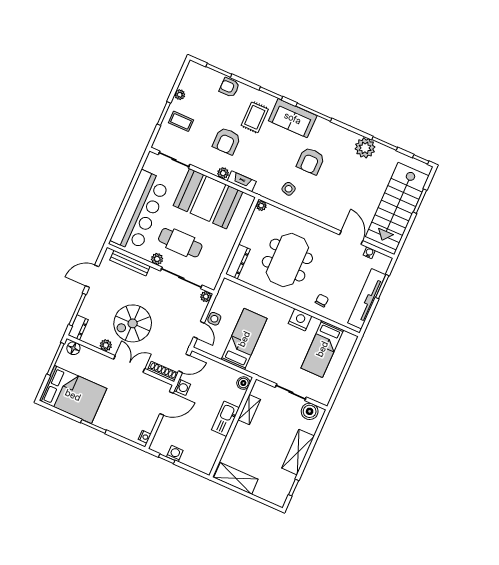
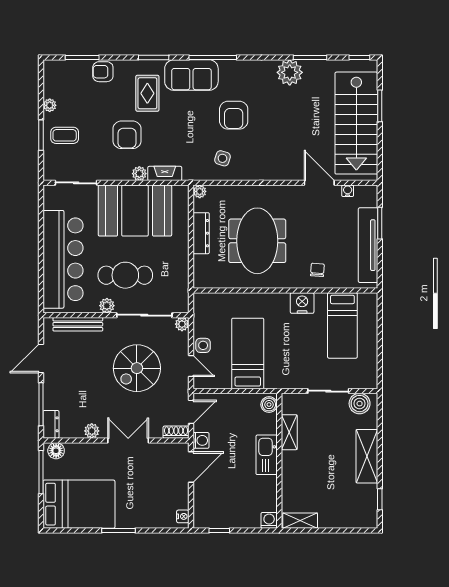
dresser: (238, 262) -> (201, 233), moved
spiral stairs: (133, 323) -> (137, 368), moved
shoe rack: (163, 371) -> (176, 432), width x0.70
washing machine: (175, 454) -> (269, 520), moved
shelving: (236, 478) -> (300, 521), width x0.67, depth x0.75

